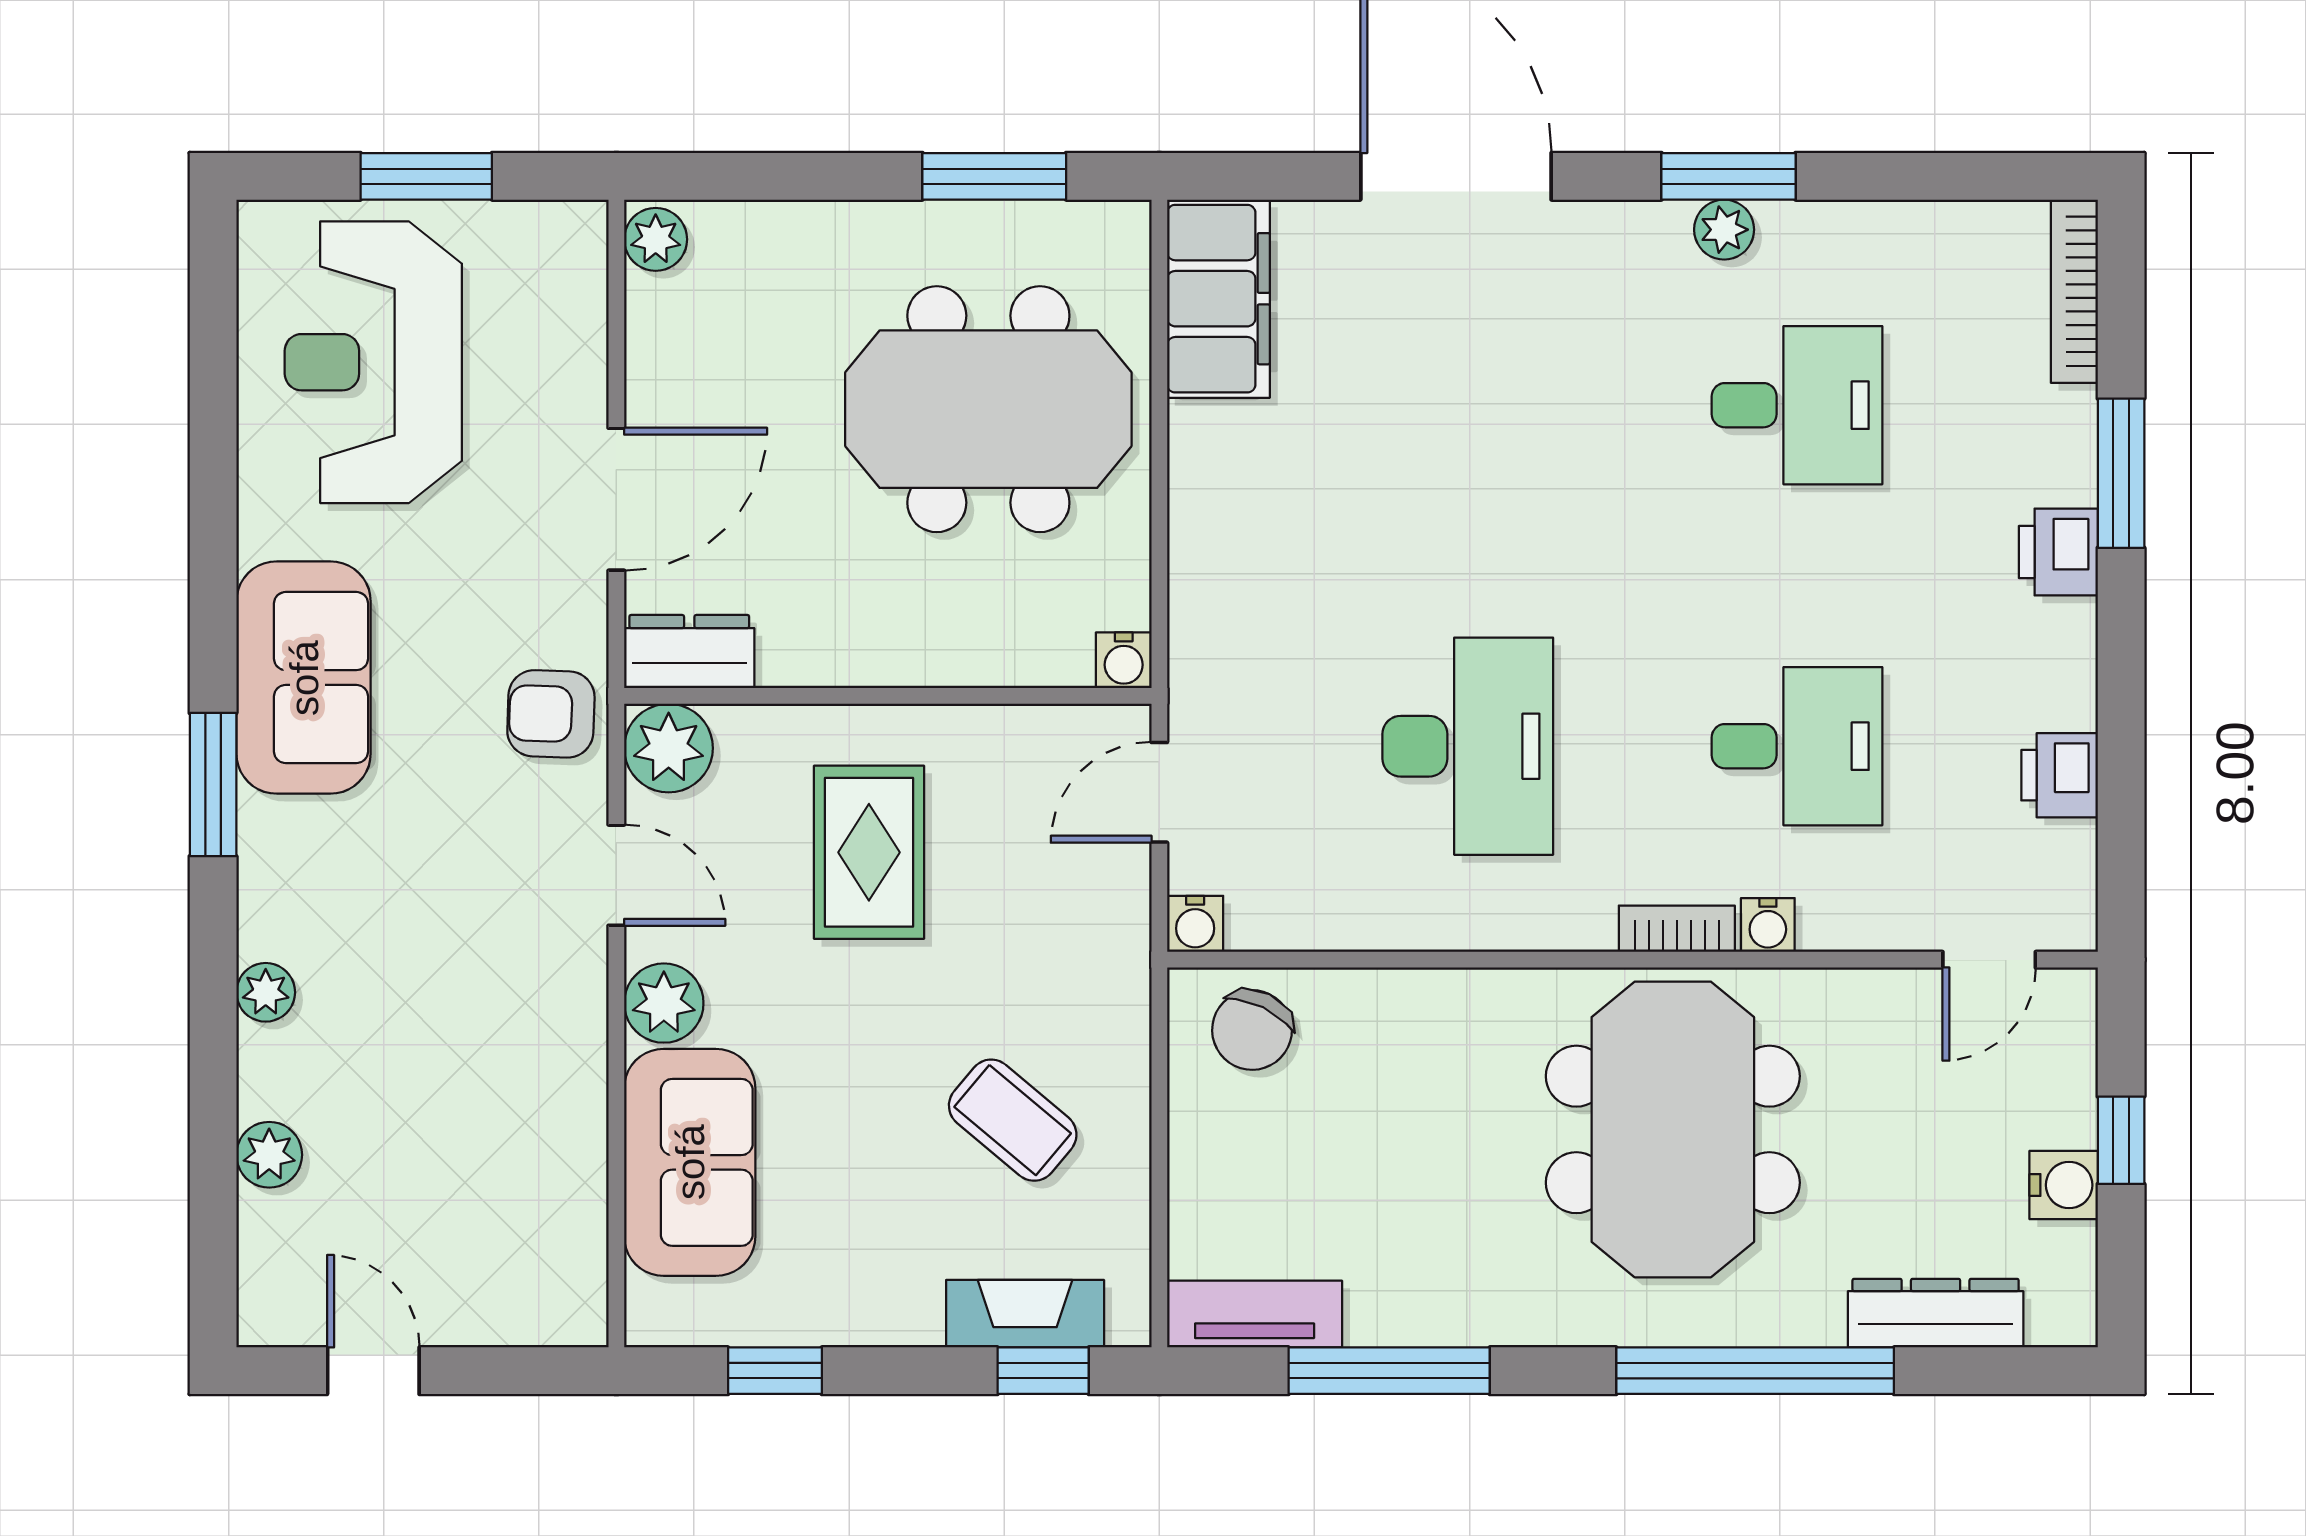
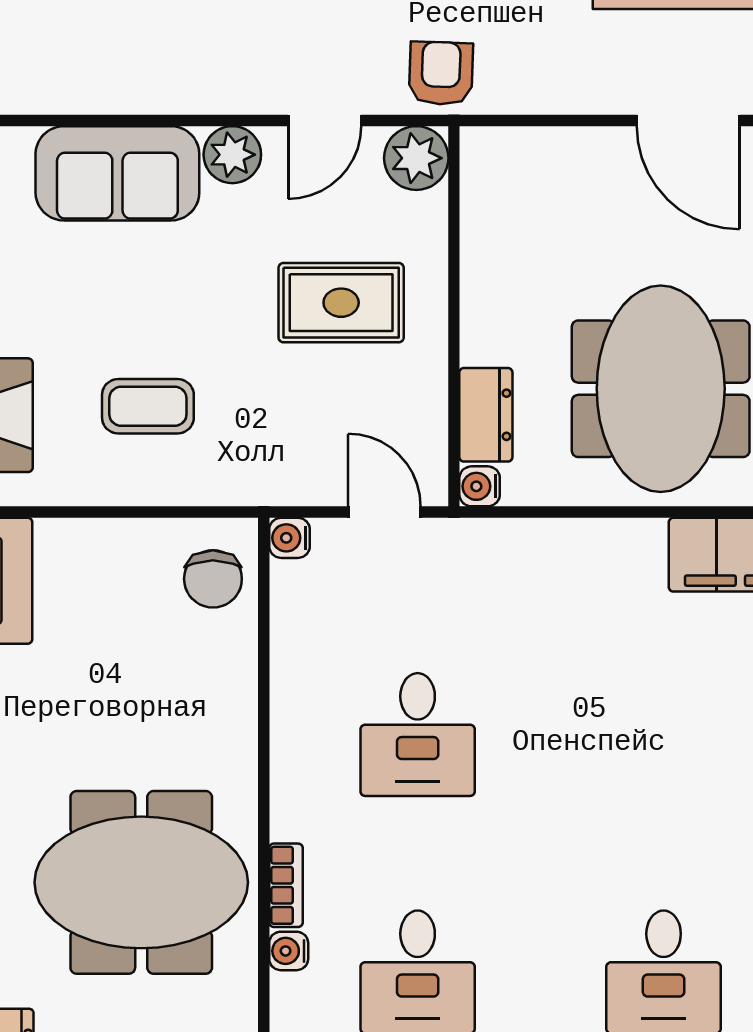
door: (616, 499) -> (688, 120), moved
dresser: (689, 652) -> (486, 415), moved
desk: (1468, 746) -> (418, 735), width x0.73
chair: (1252, 1030) -> (213, 579), turned -116
coffee table: (1013, 1120) -> (148, 406), turned 50

